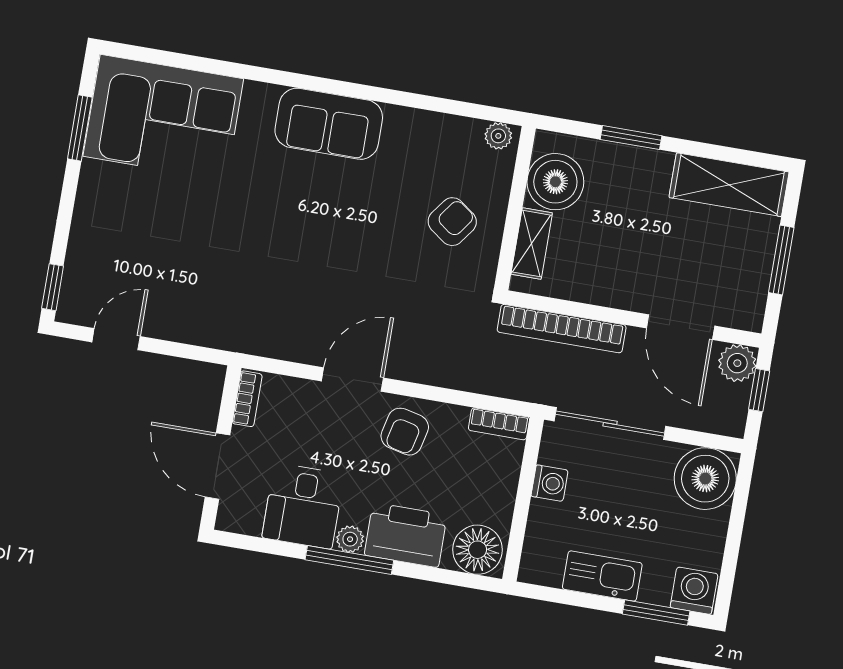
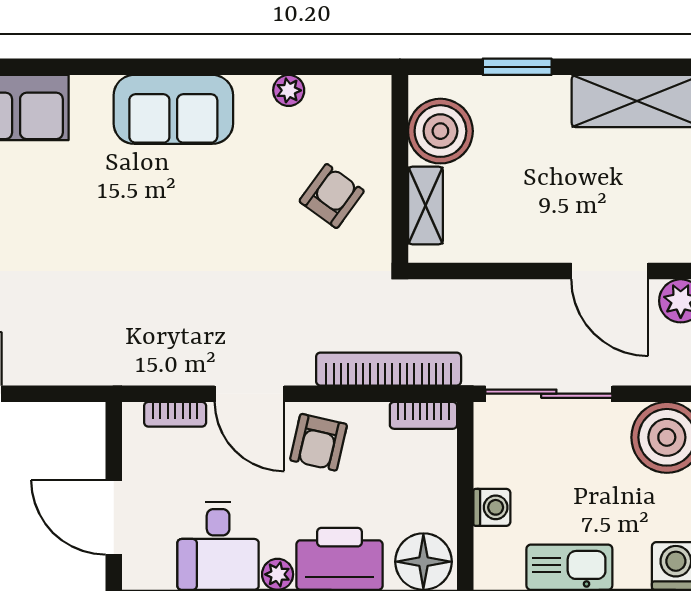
plant: (498, 136) -> (289, 90), moved
bookcase: (562, 329) -> (389, 369), moved, turned 180
door: (352, 380) -> (249, 394), swing flipped
bookcase: (247, 399) -> (175, 414), moved, turned 90
washing machine: (550, 483) -> (492, 507), moved

